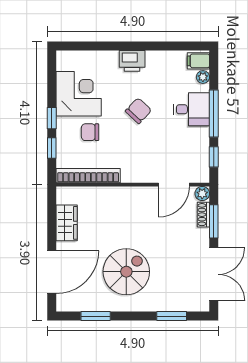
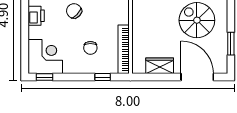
corner desk: (79, 94) -> (45, 57), moved, turned 90
window: (52, 118) -> (44, 77), moved

